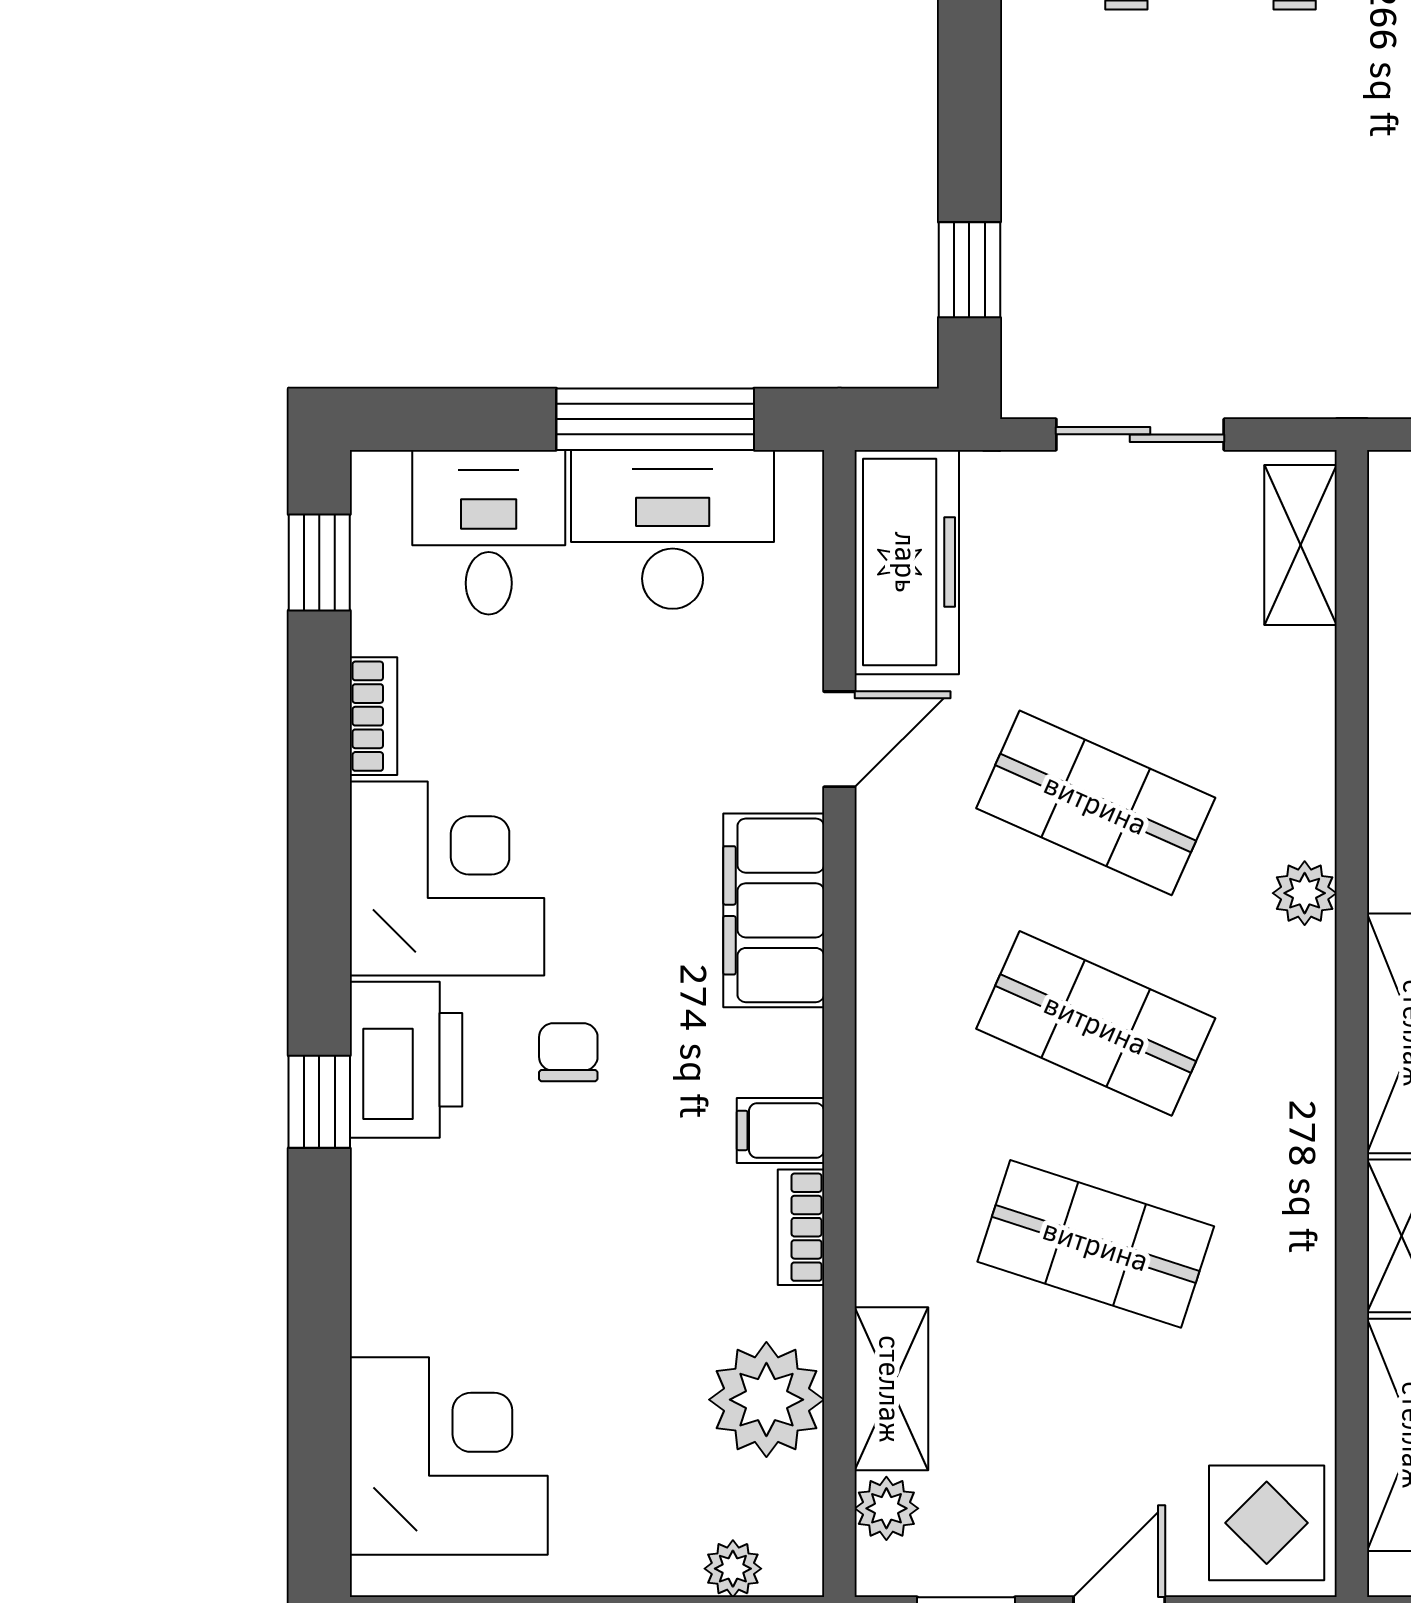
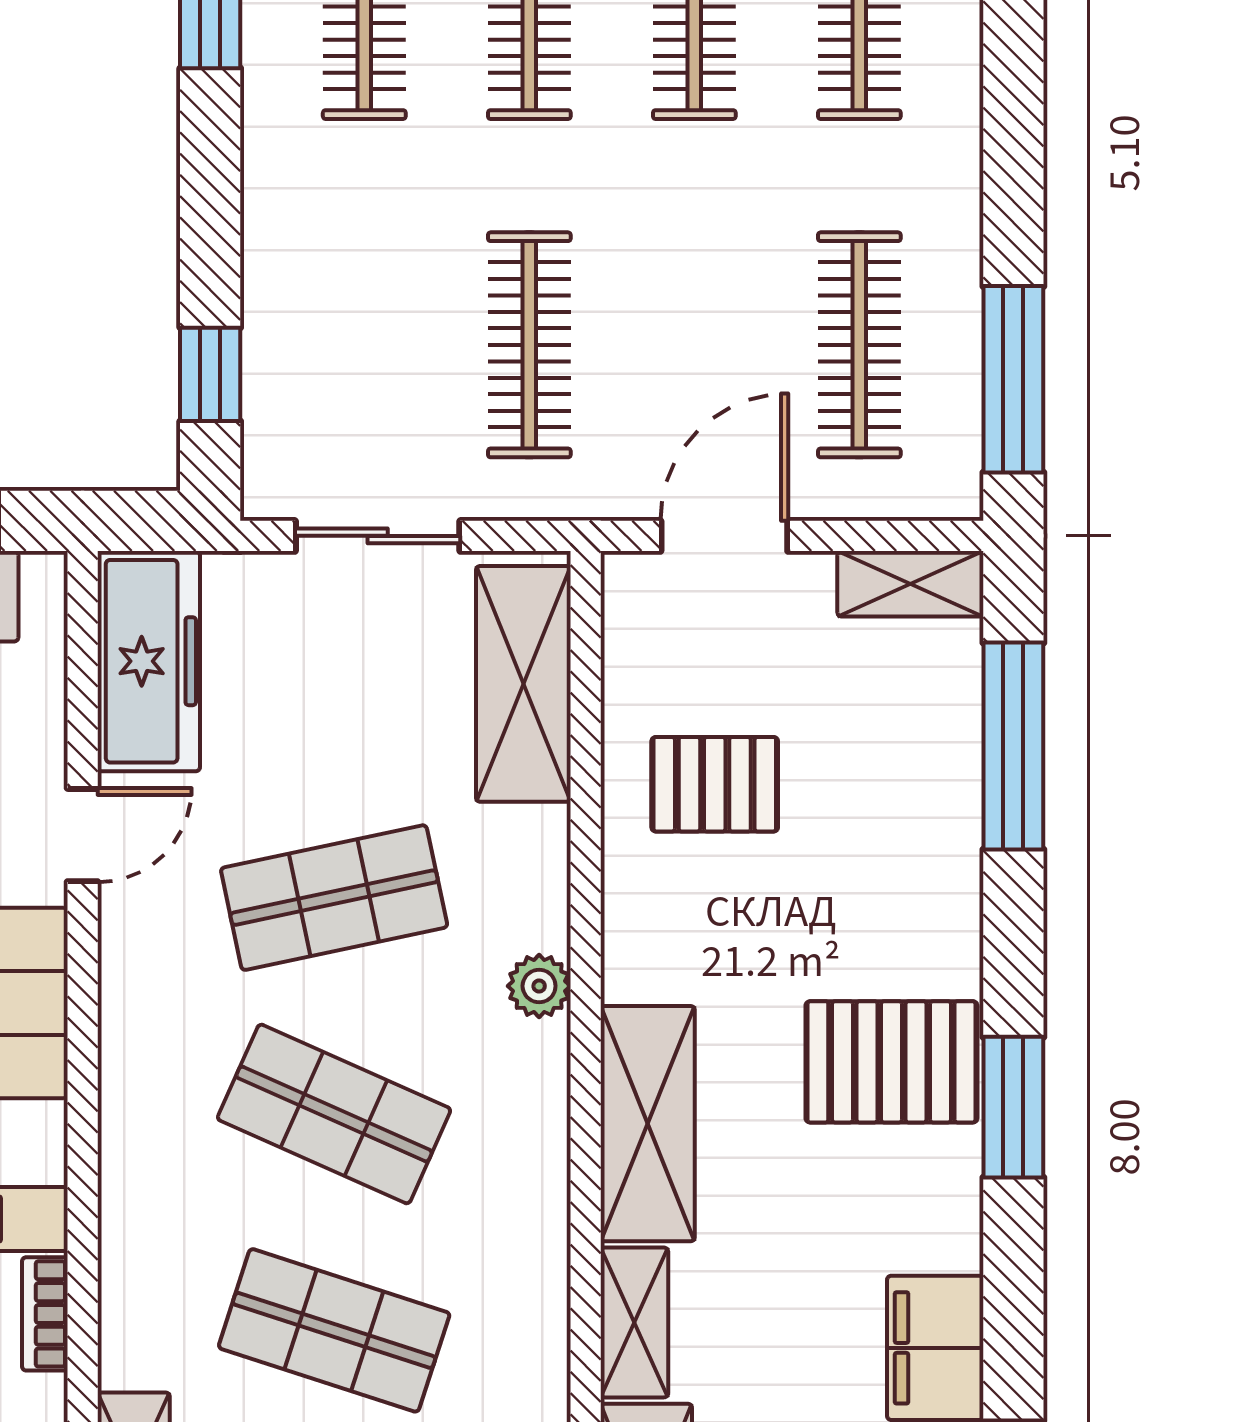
clothes rail: (1295, 240) -> (529, 345), added
shelving: (1301, 545) -> (523, 684), width x1.50, depth x1.33
shop shelf: (1096, 803) -> (334, 898), turned -36

